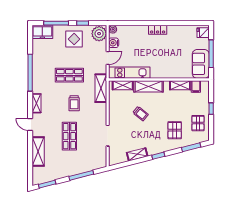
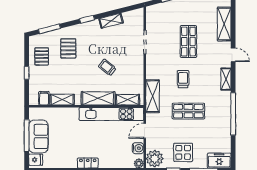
sofa: (201, 64) -> (38, 136), moved
kitchen unit: (129, 73) -> (111, 114), width x1.36

